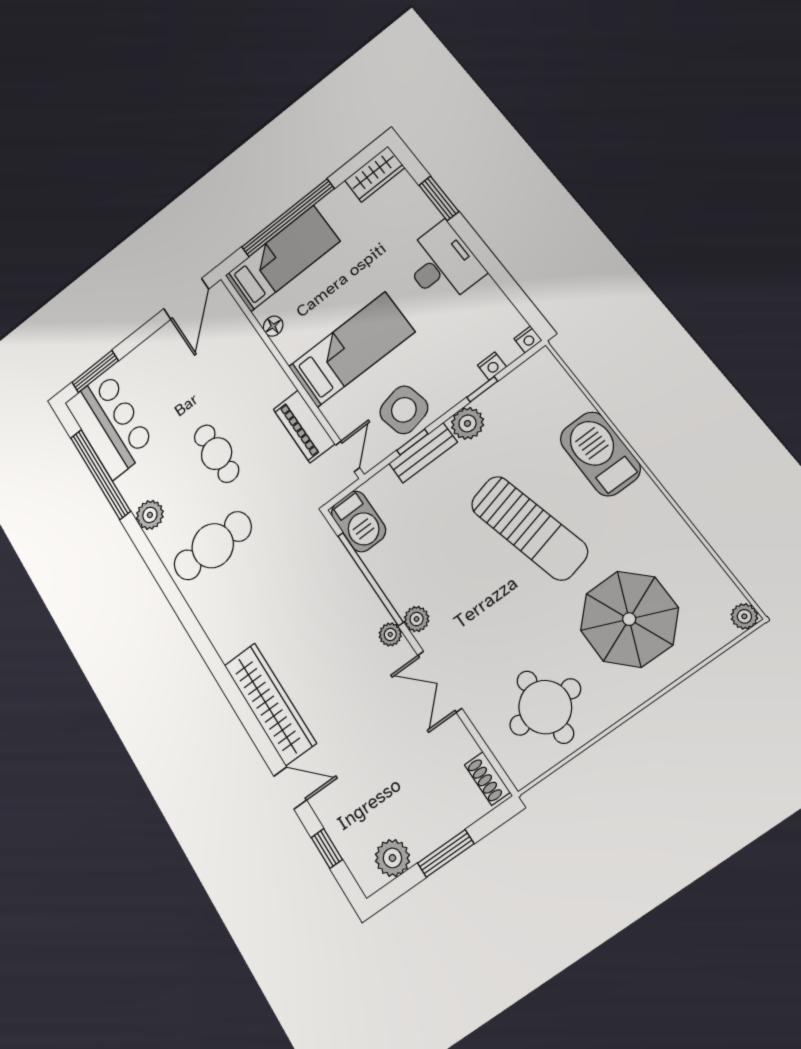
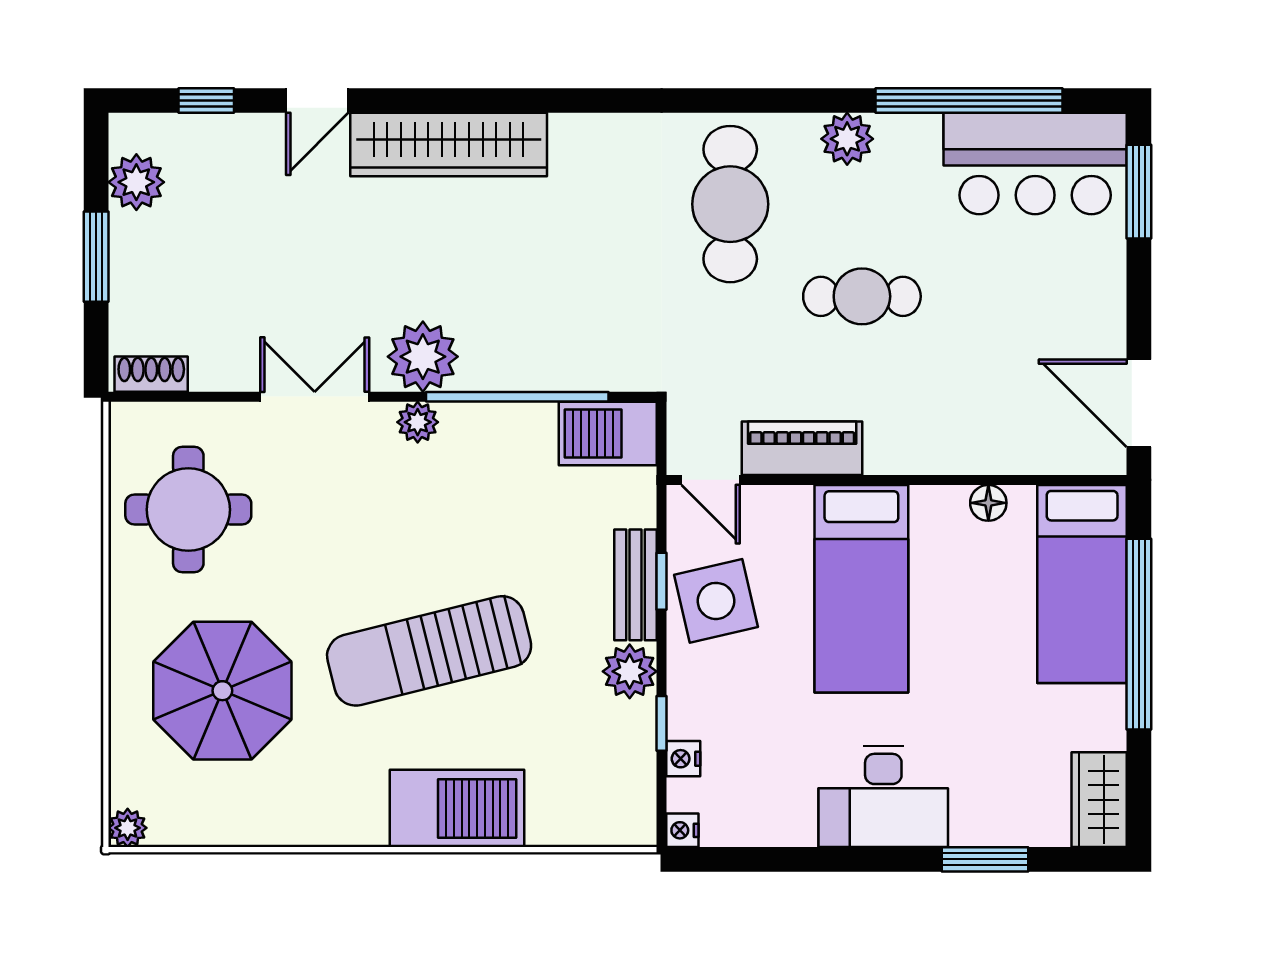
plant: (390, 634) -> (423, 357), width x1.87, depth x1.87

